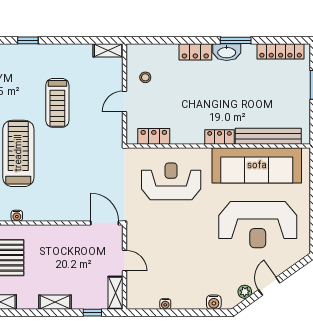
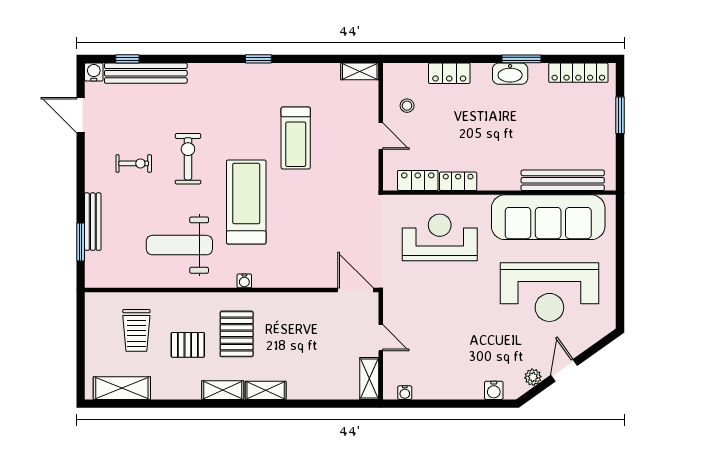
locker: (195, 52) -> (449, 73), moved
door: (125, 101) -> (381, 136), swing flipped
locker: (220, 137) -> (458, 181), moved
shelving: (55, 302) -> (266, 390), moved
water cooler: (165, 304) -> (405, 393), moved
window: (92, 313) -> (340, 404), removed

